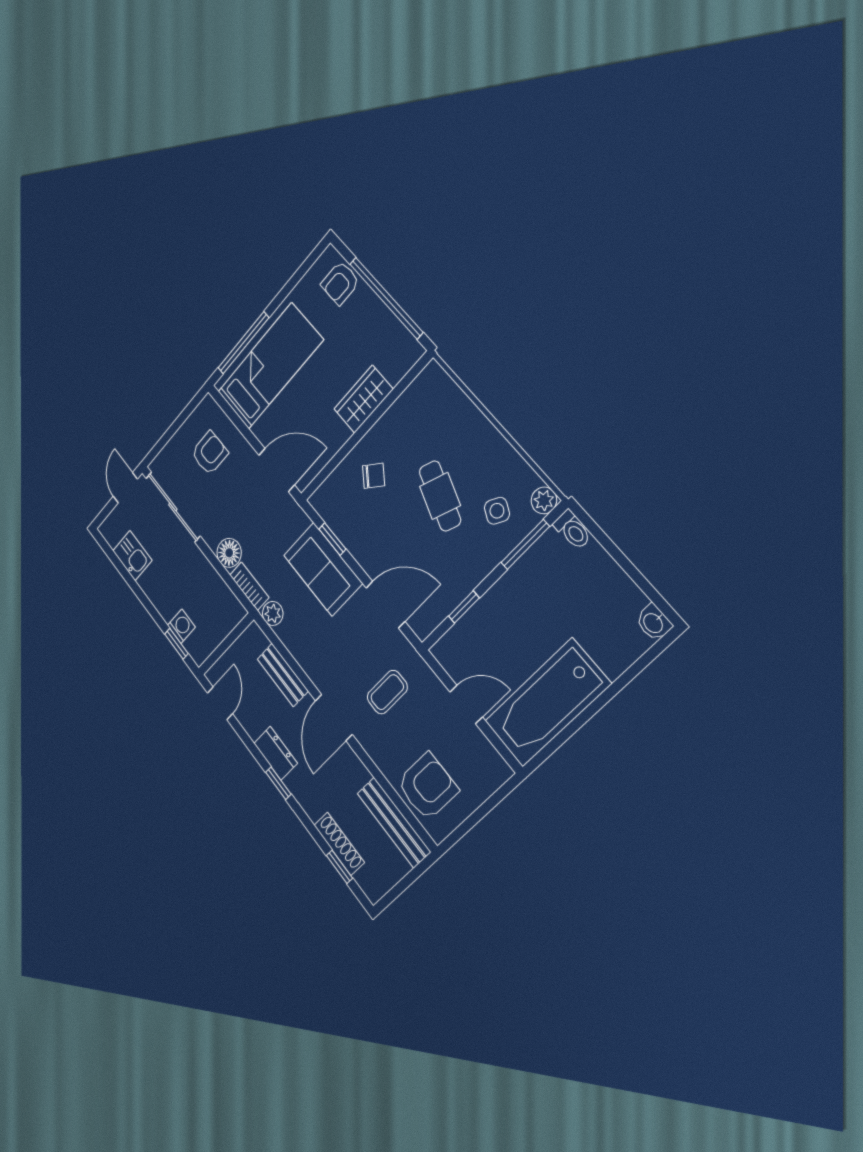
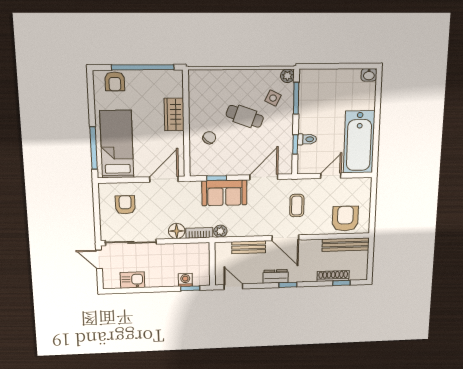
toilet: (572, 530) -> (307, 139), moved

